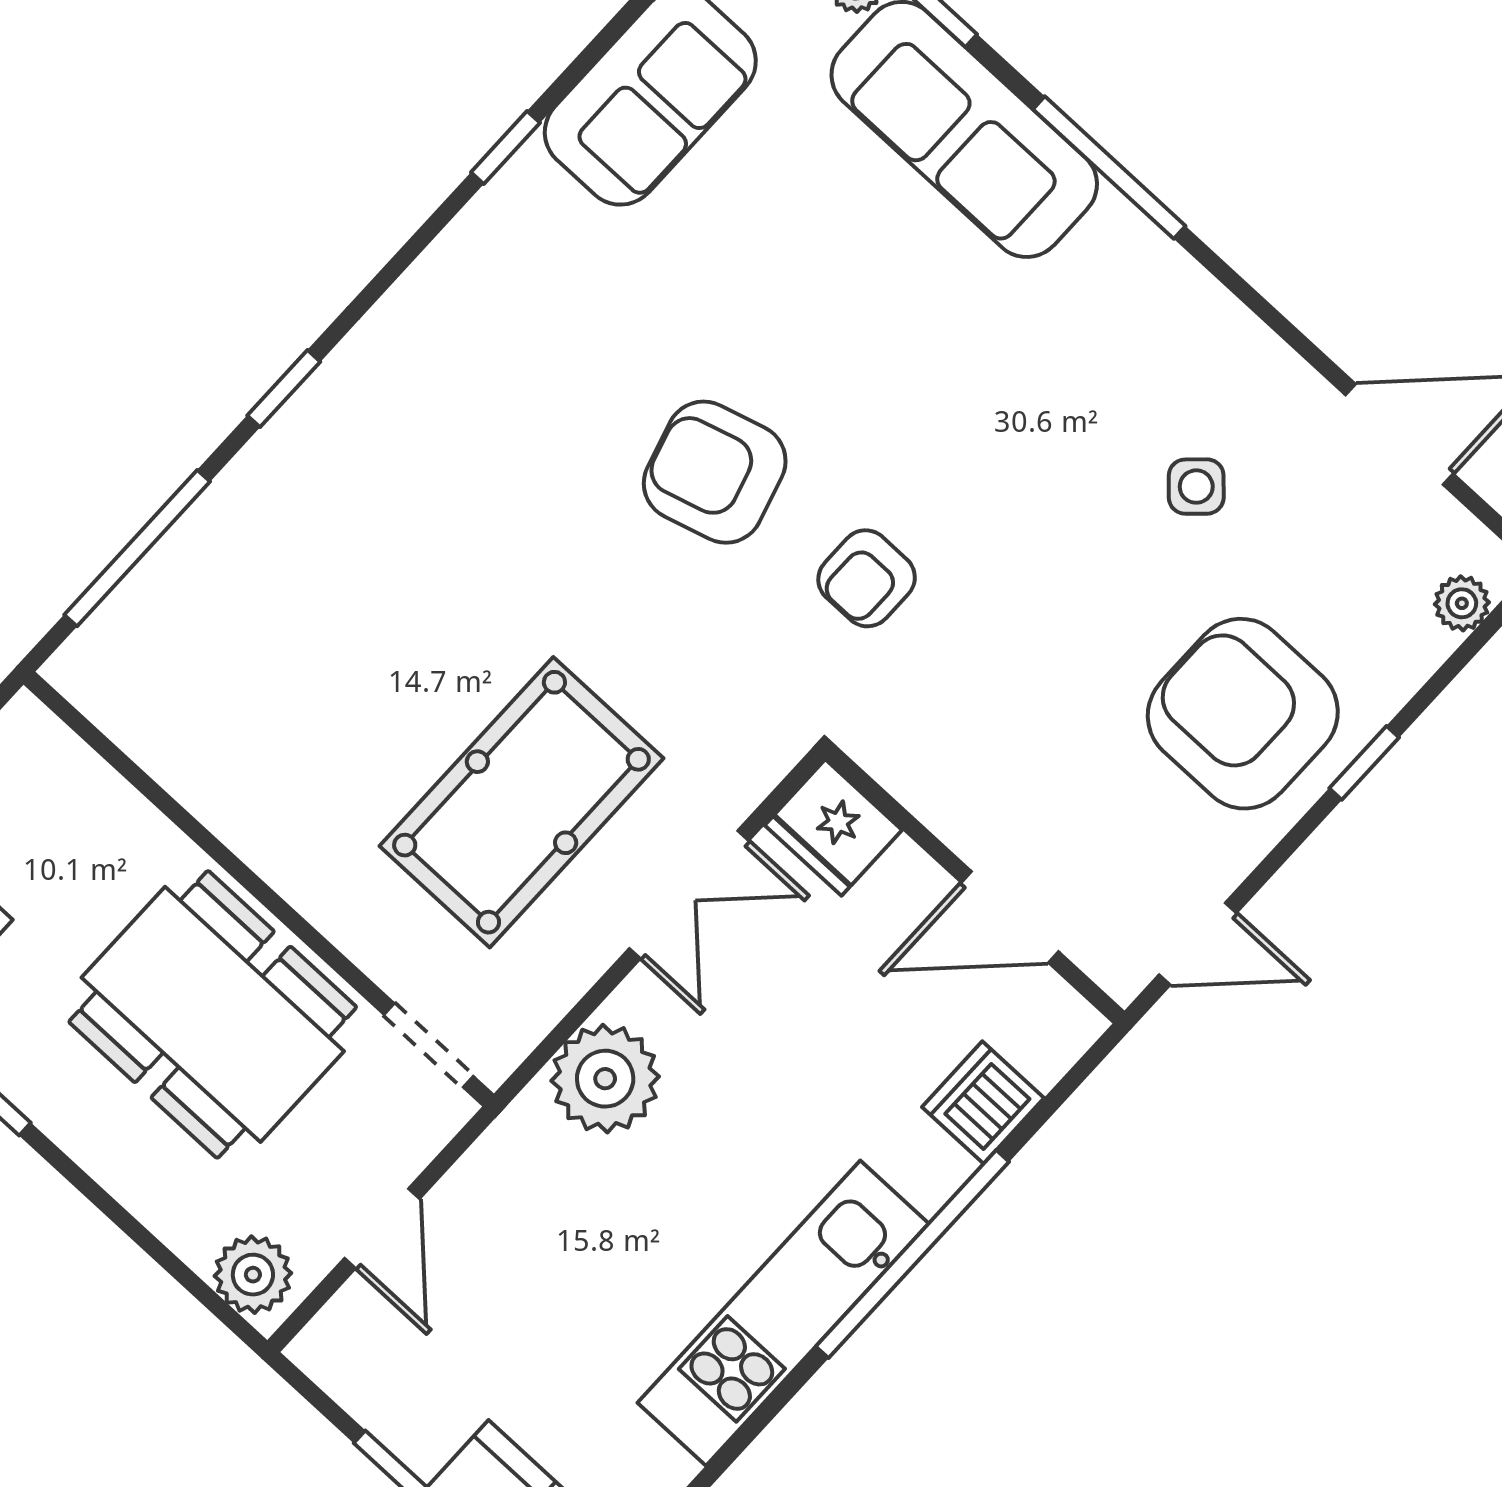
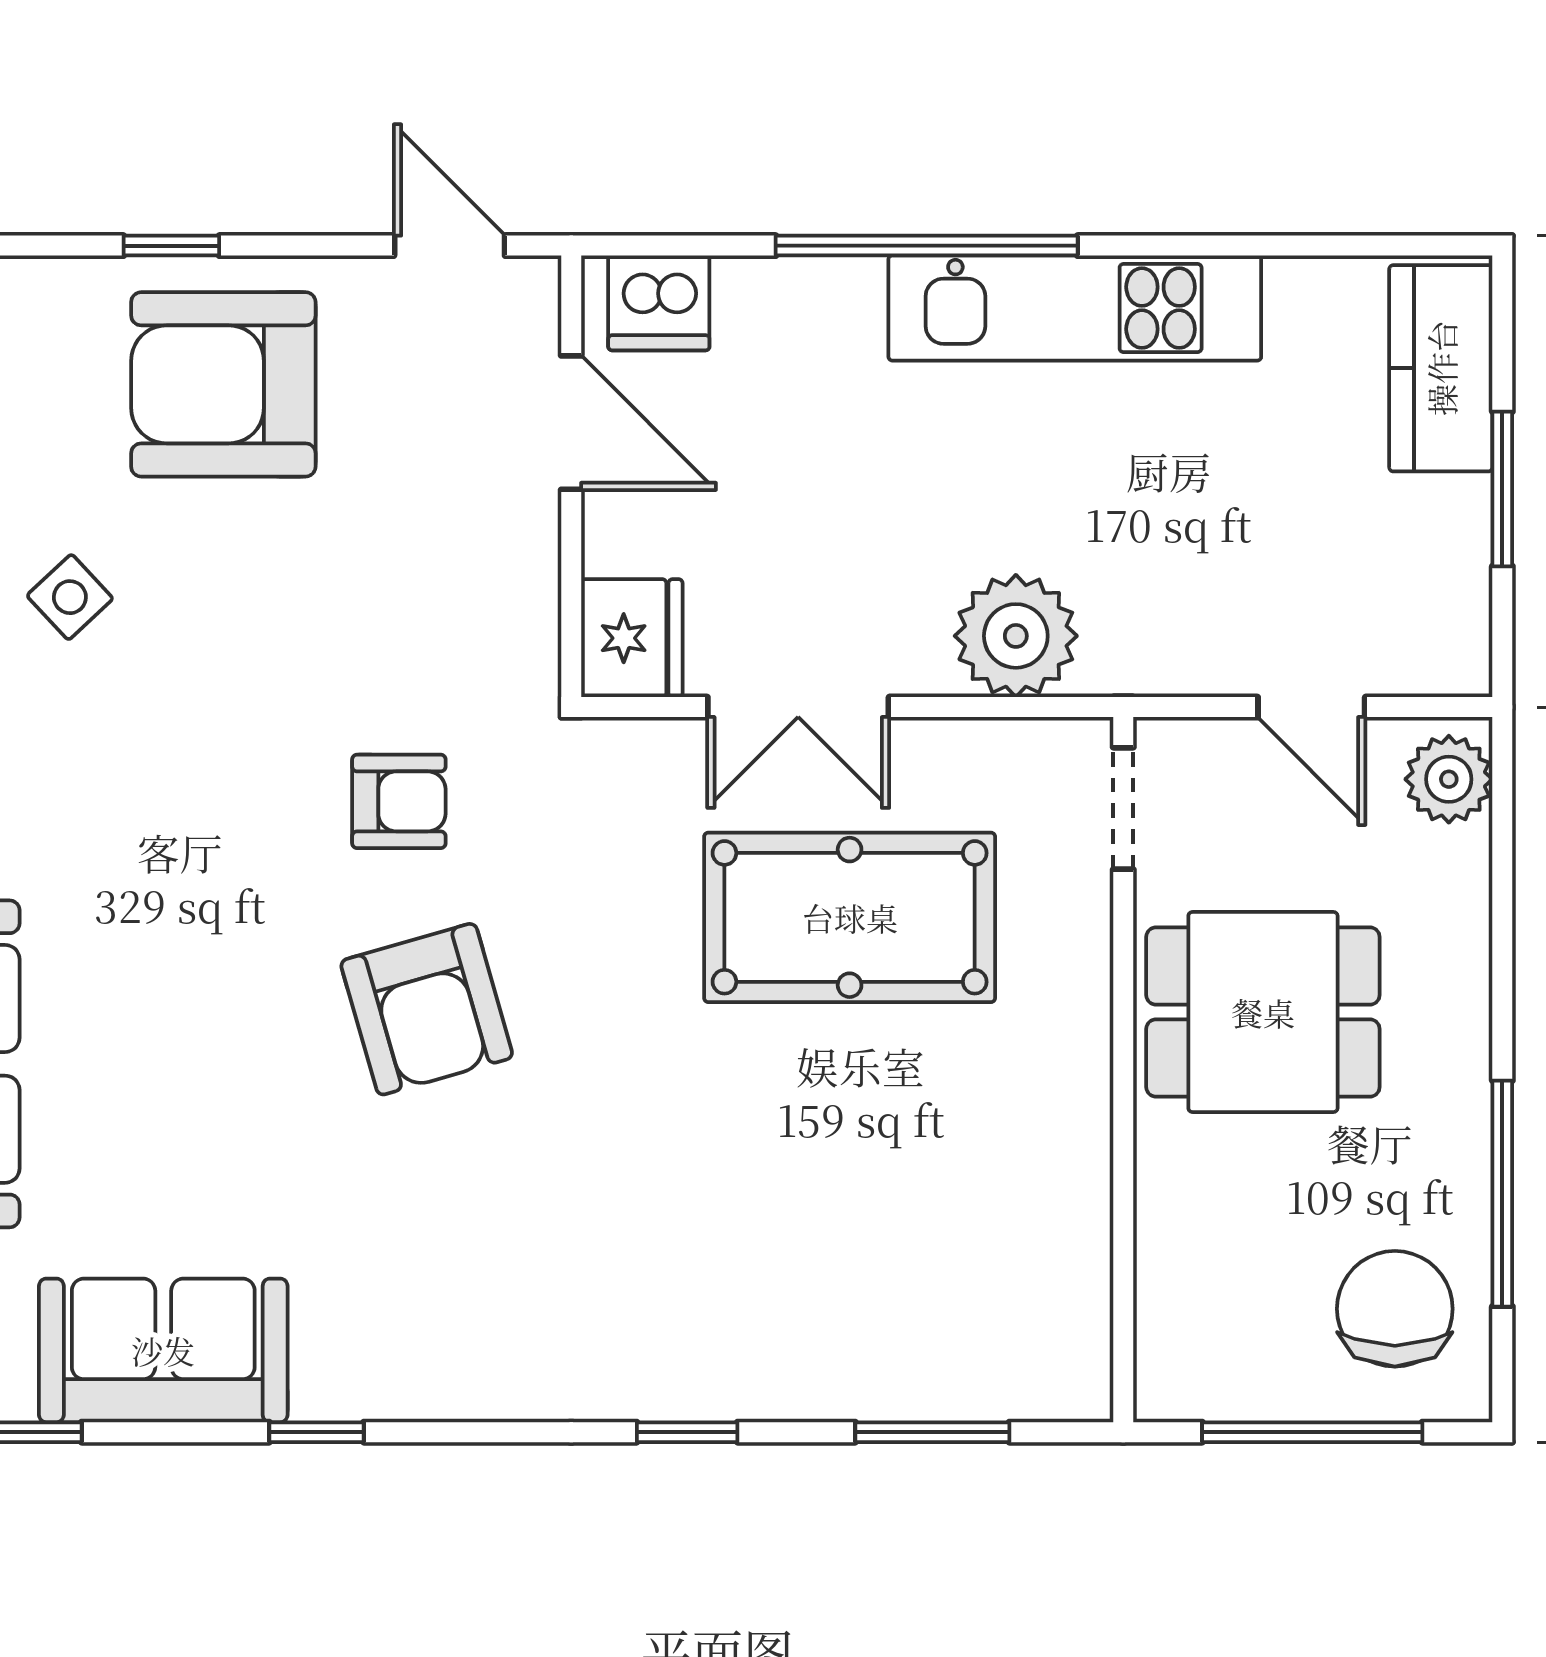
window: (137, 548) -> (932, 1432), width x0.69
armchair: (1243, 714) -> (223, 384), turned 90
double door: (689, 895) -> (798, 707), swing flipped
dining table: (213, 1014) -> (1263, 1012), width x0.73
dishwasher: (983, 1102) -> (659, 303), moved
door: (382, 1228) -> (1311, 707), swing flipped

